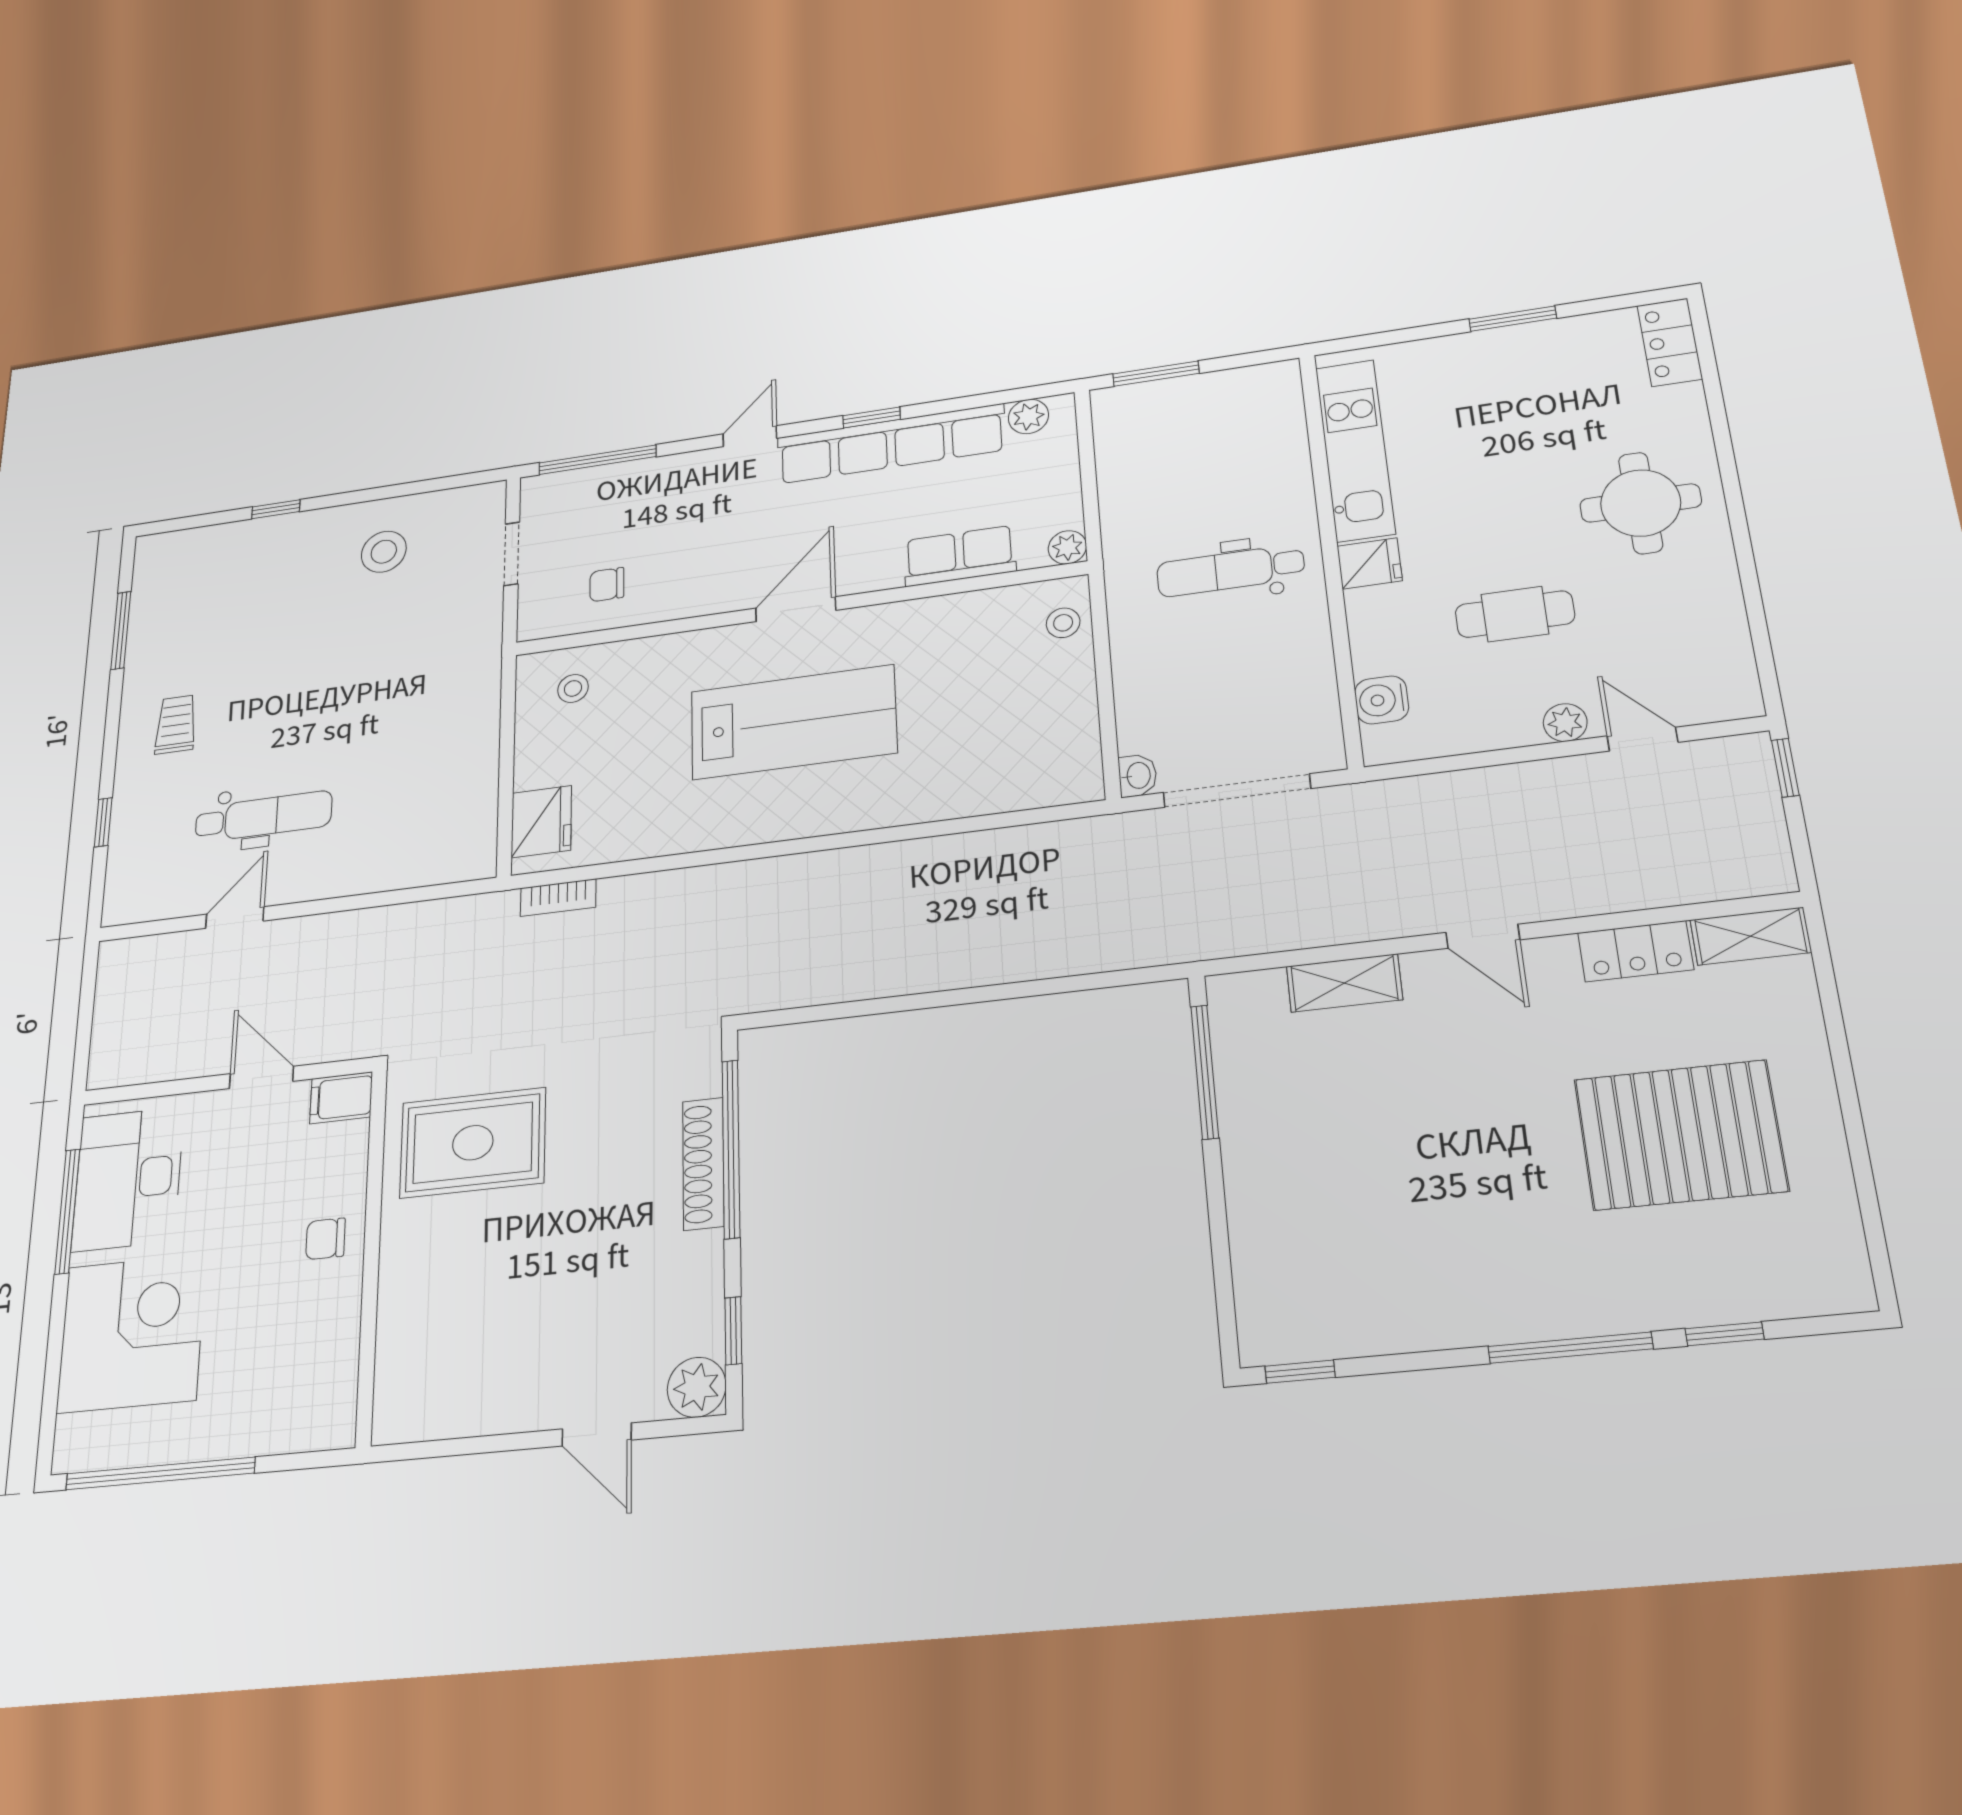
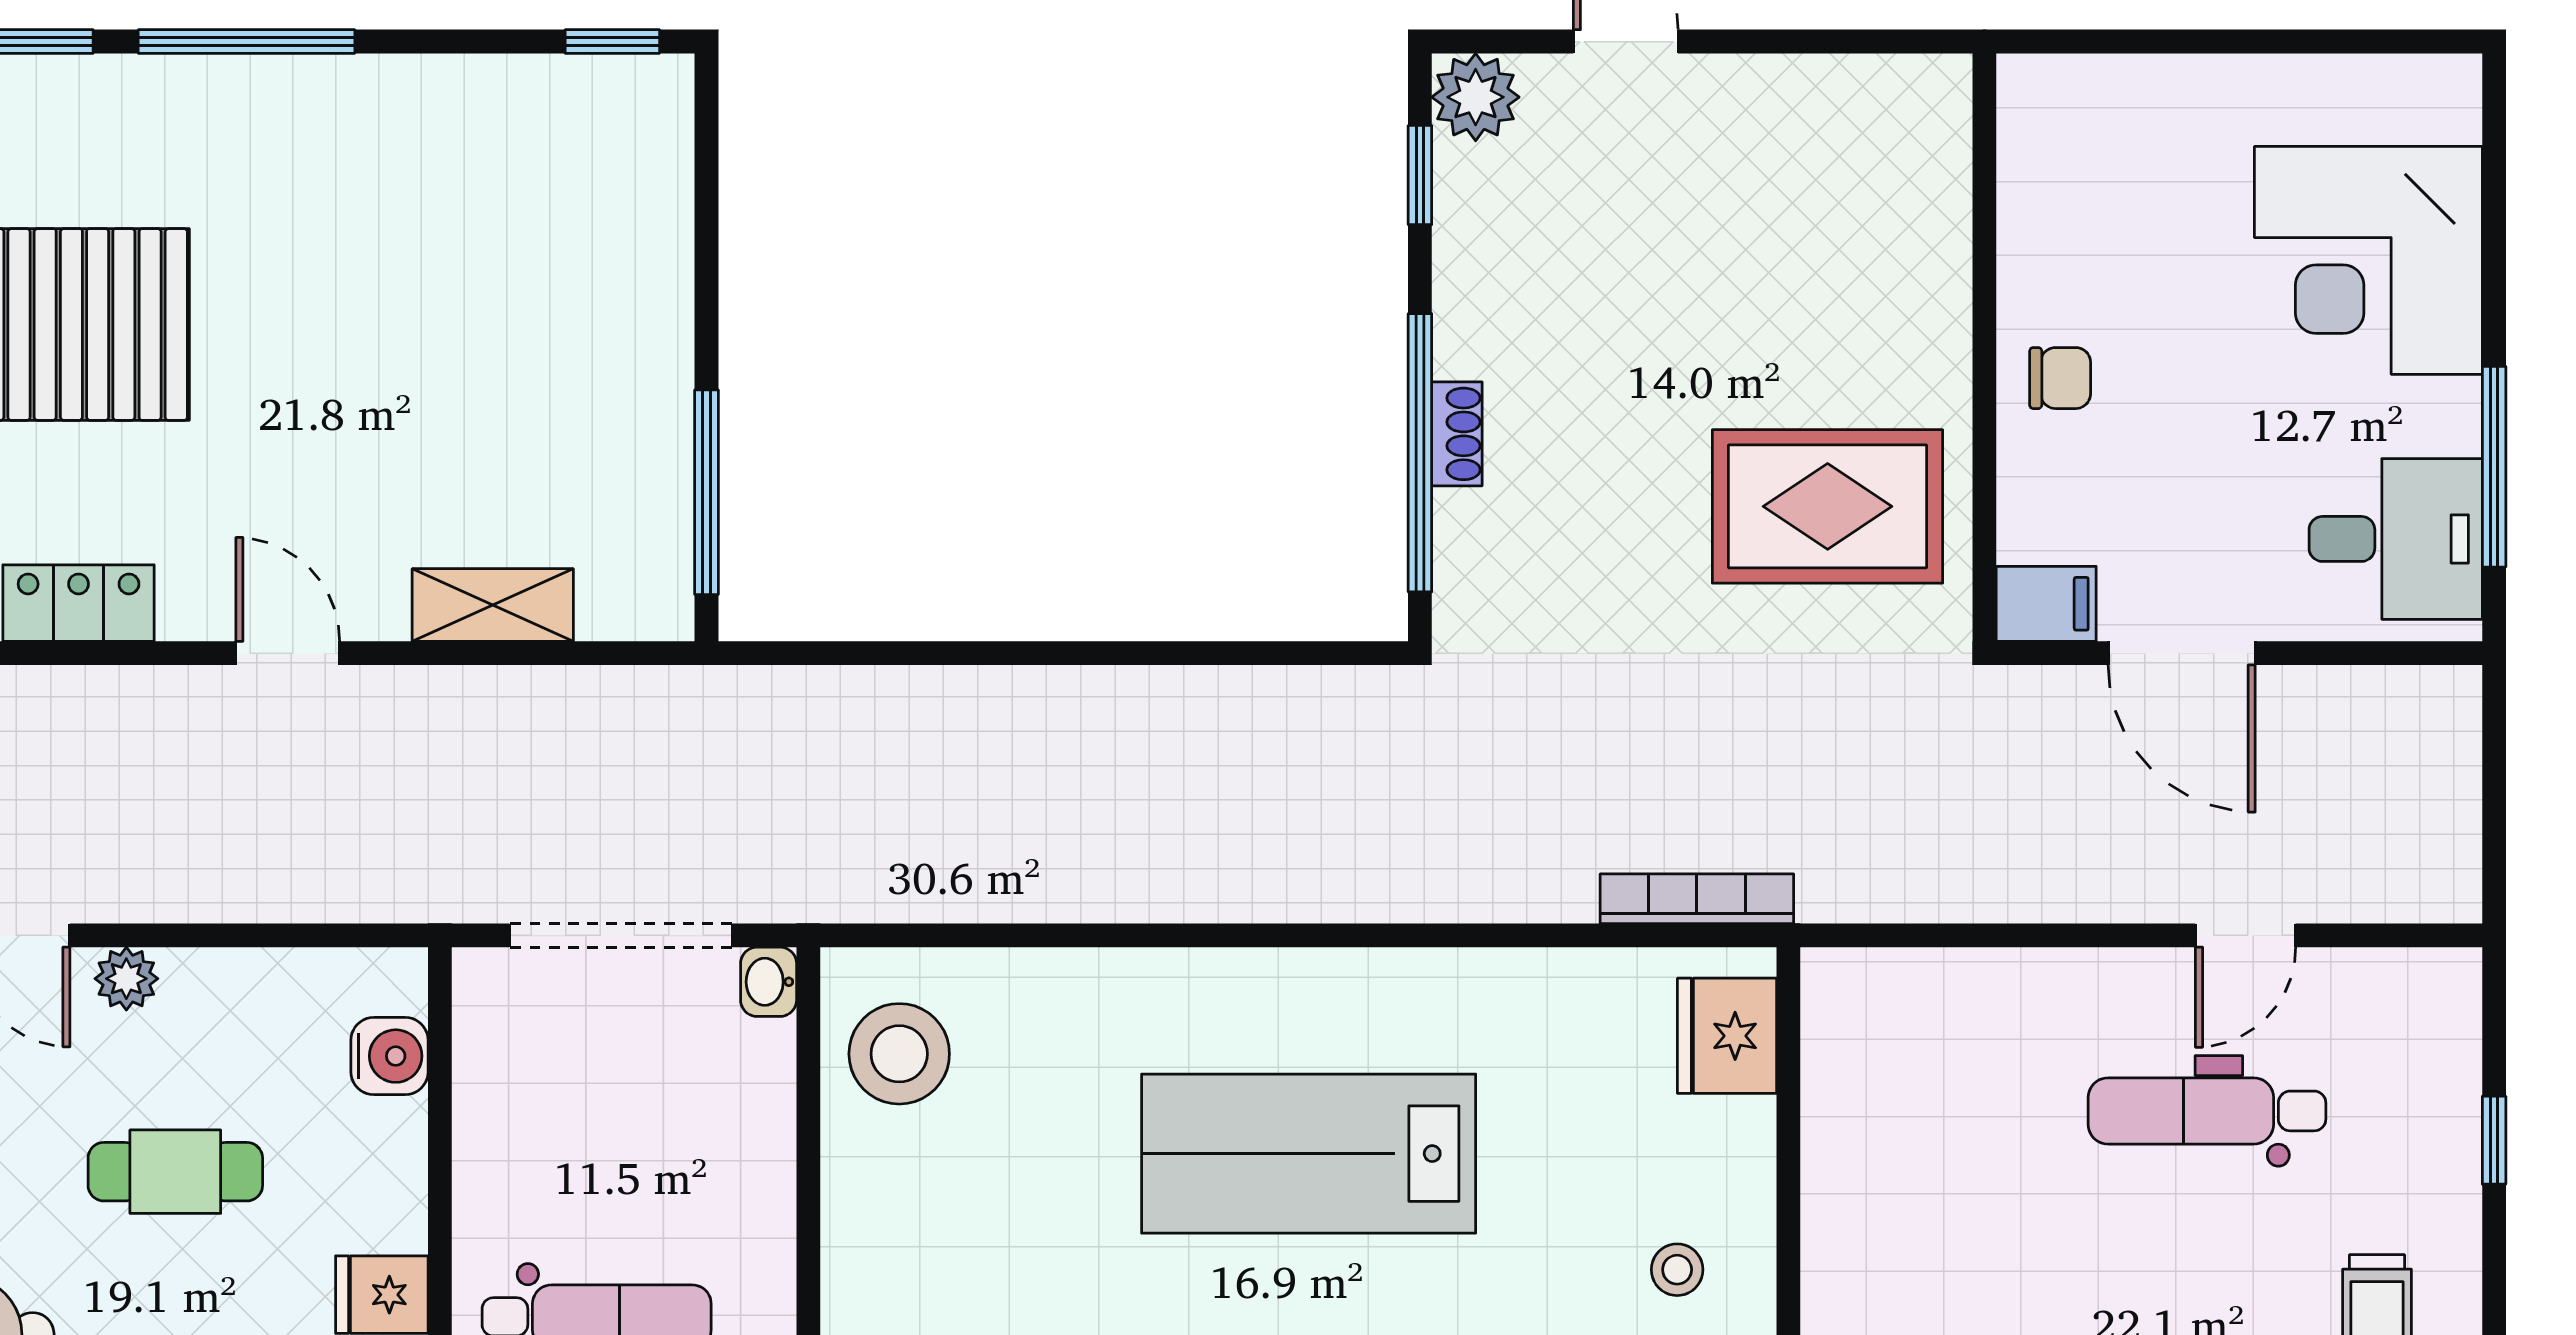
stool: (1063, 623) -> (899, 1054), moved, width x1.89, depth x1.89
bookcase: (558, 898) -> (1697, 899), width x1.56
door: (261, 1077) -> (2182, 653), width x1.38
shoe rack: (703, 1164) -> (1457, 434), width x0.51, depth x0.81
desk: (128, 1179) -> (2396, 539), width x0.73
window: (160, 1473) -> (2304, 42), removed

